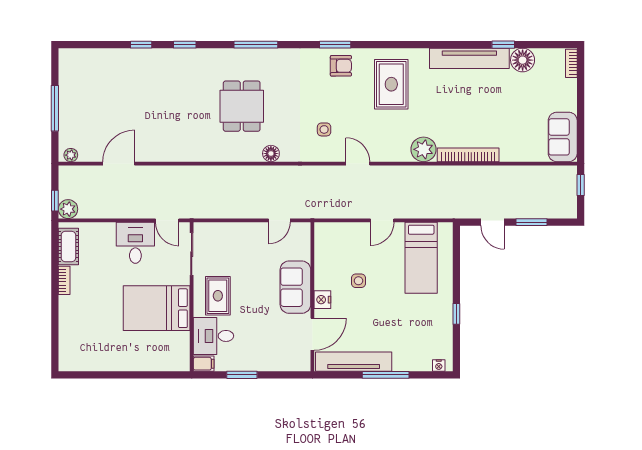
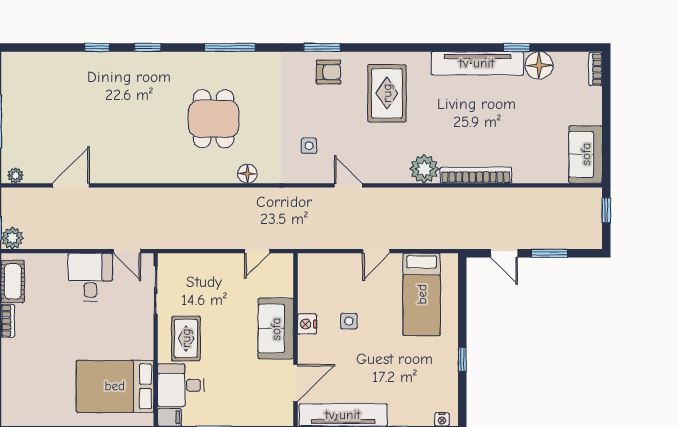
nightstand: (322, 300) -> (307, 324), moved
bed: (157, 308) -> (115, 386), moved

